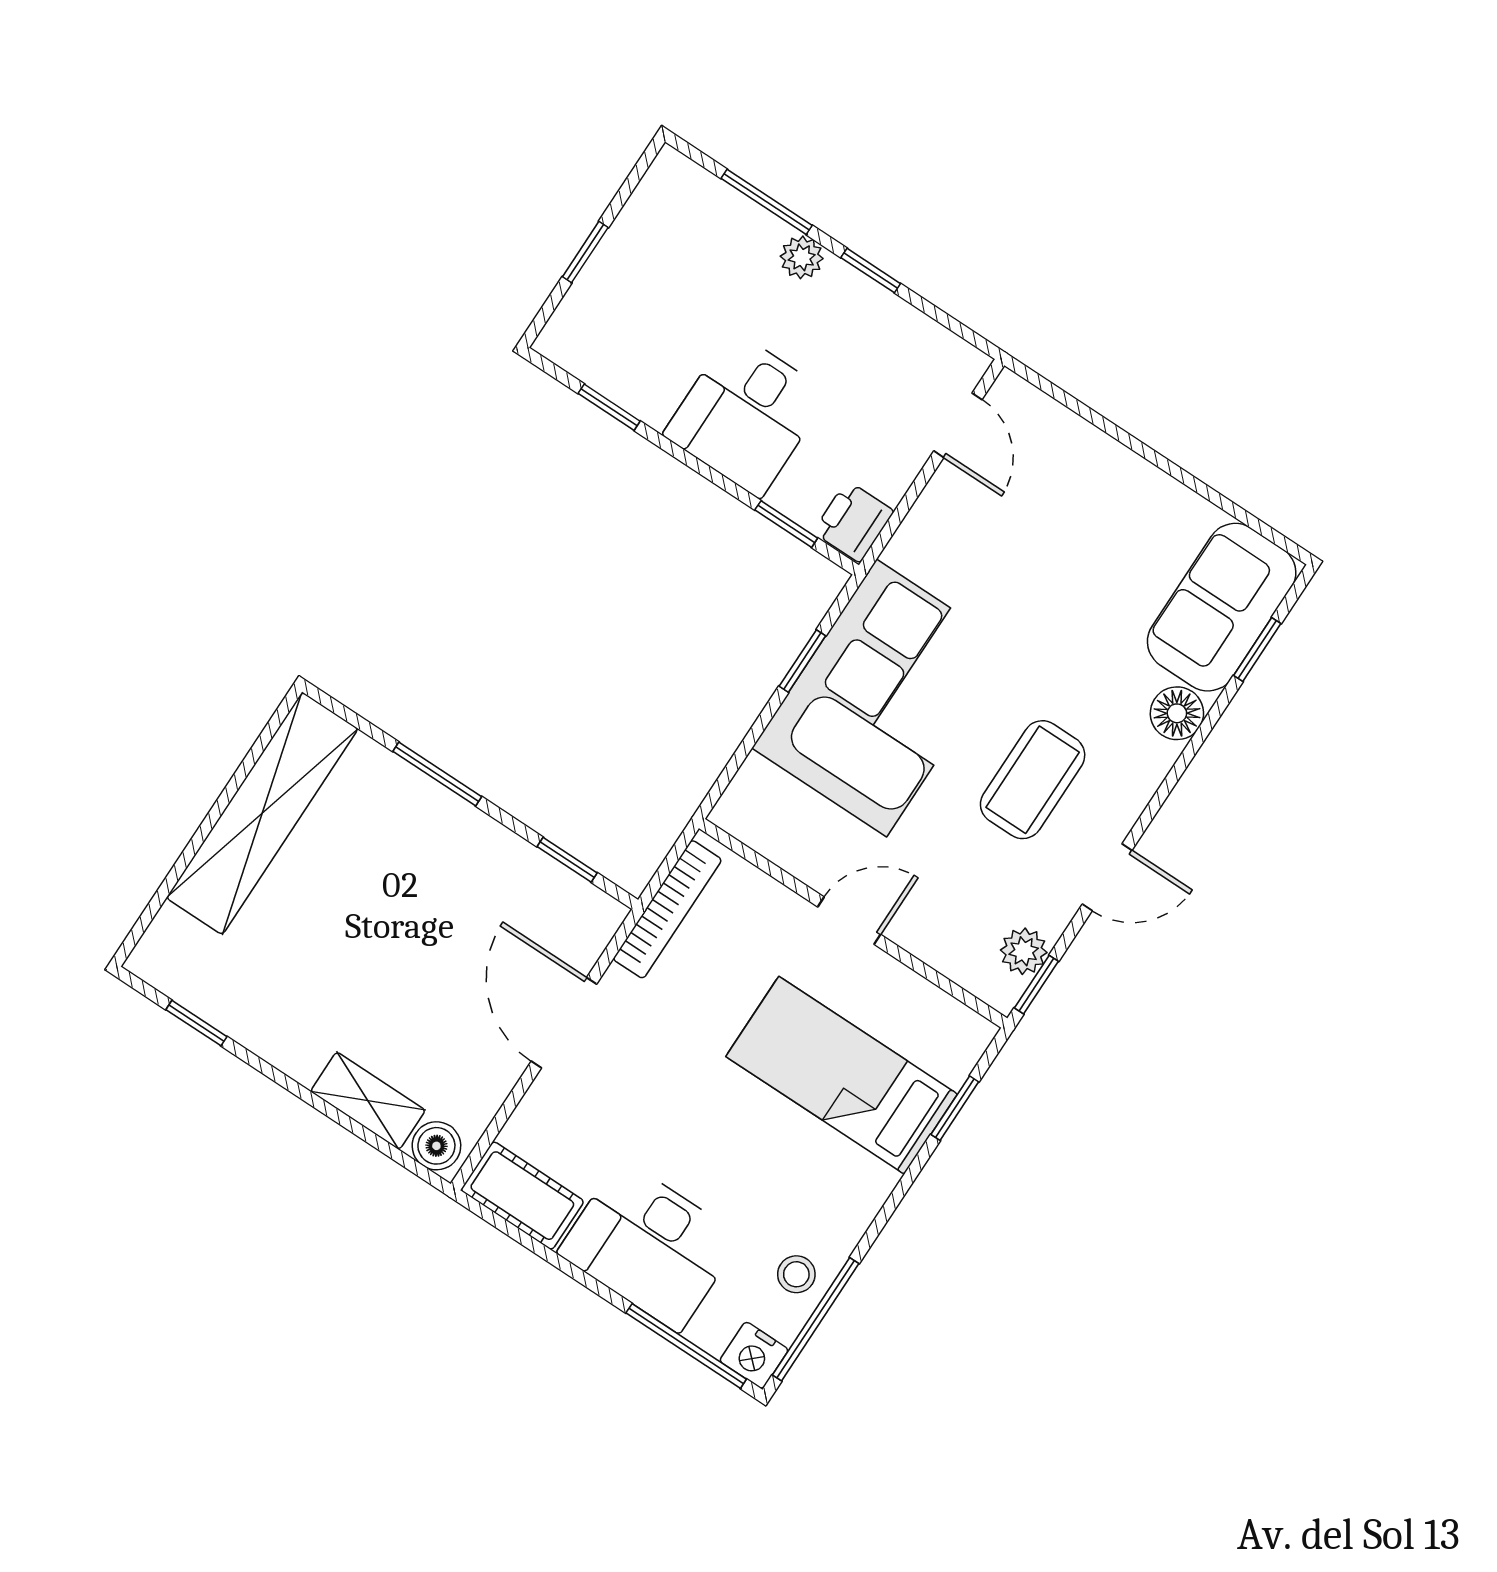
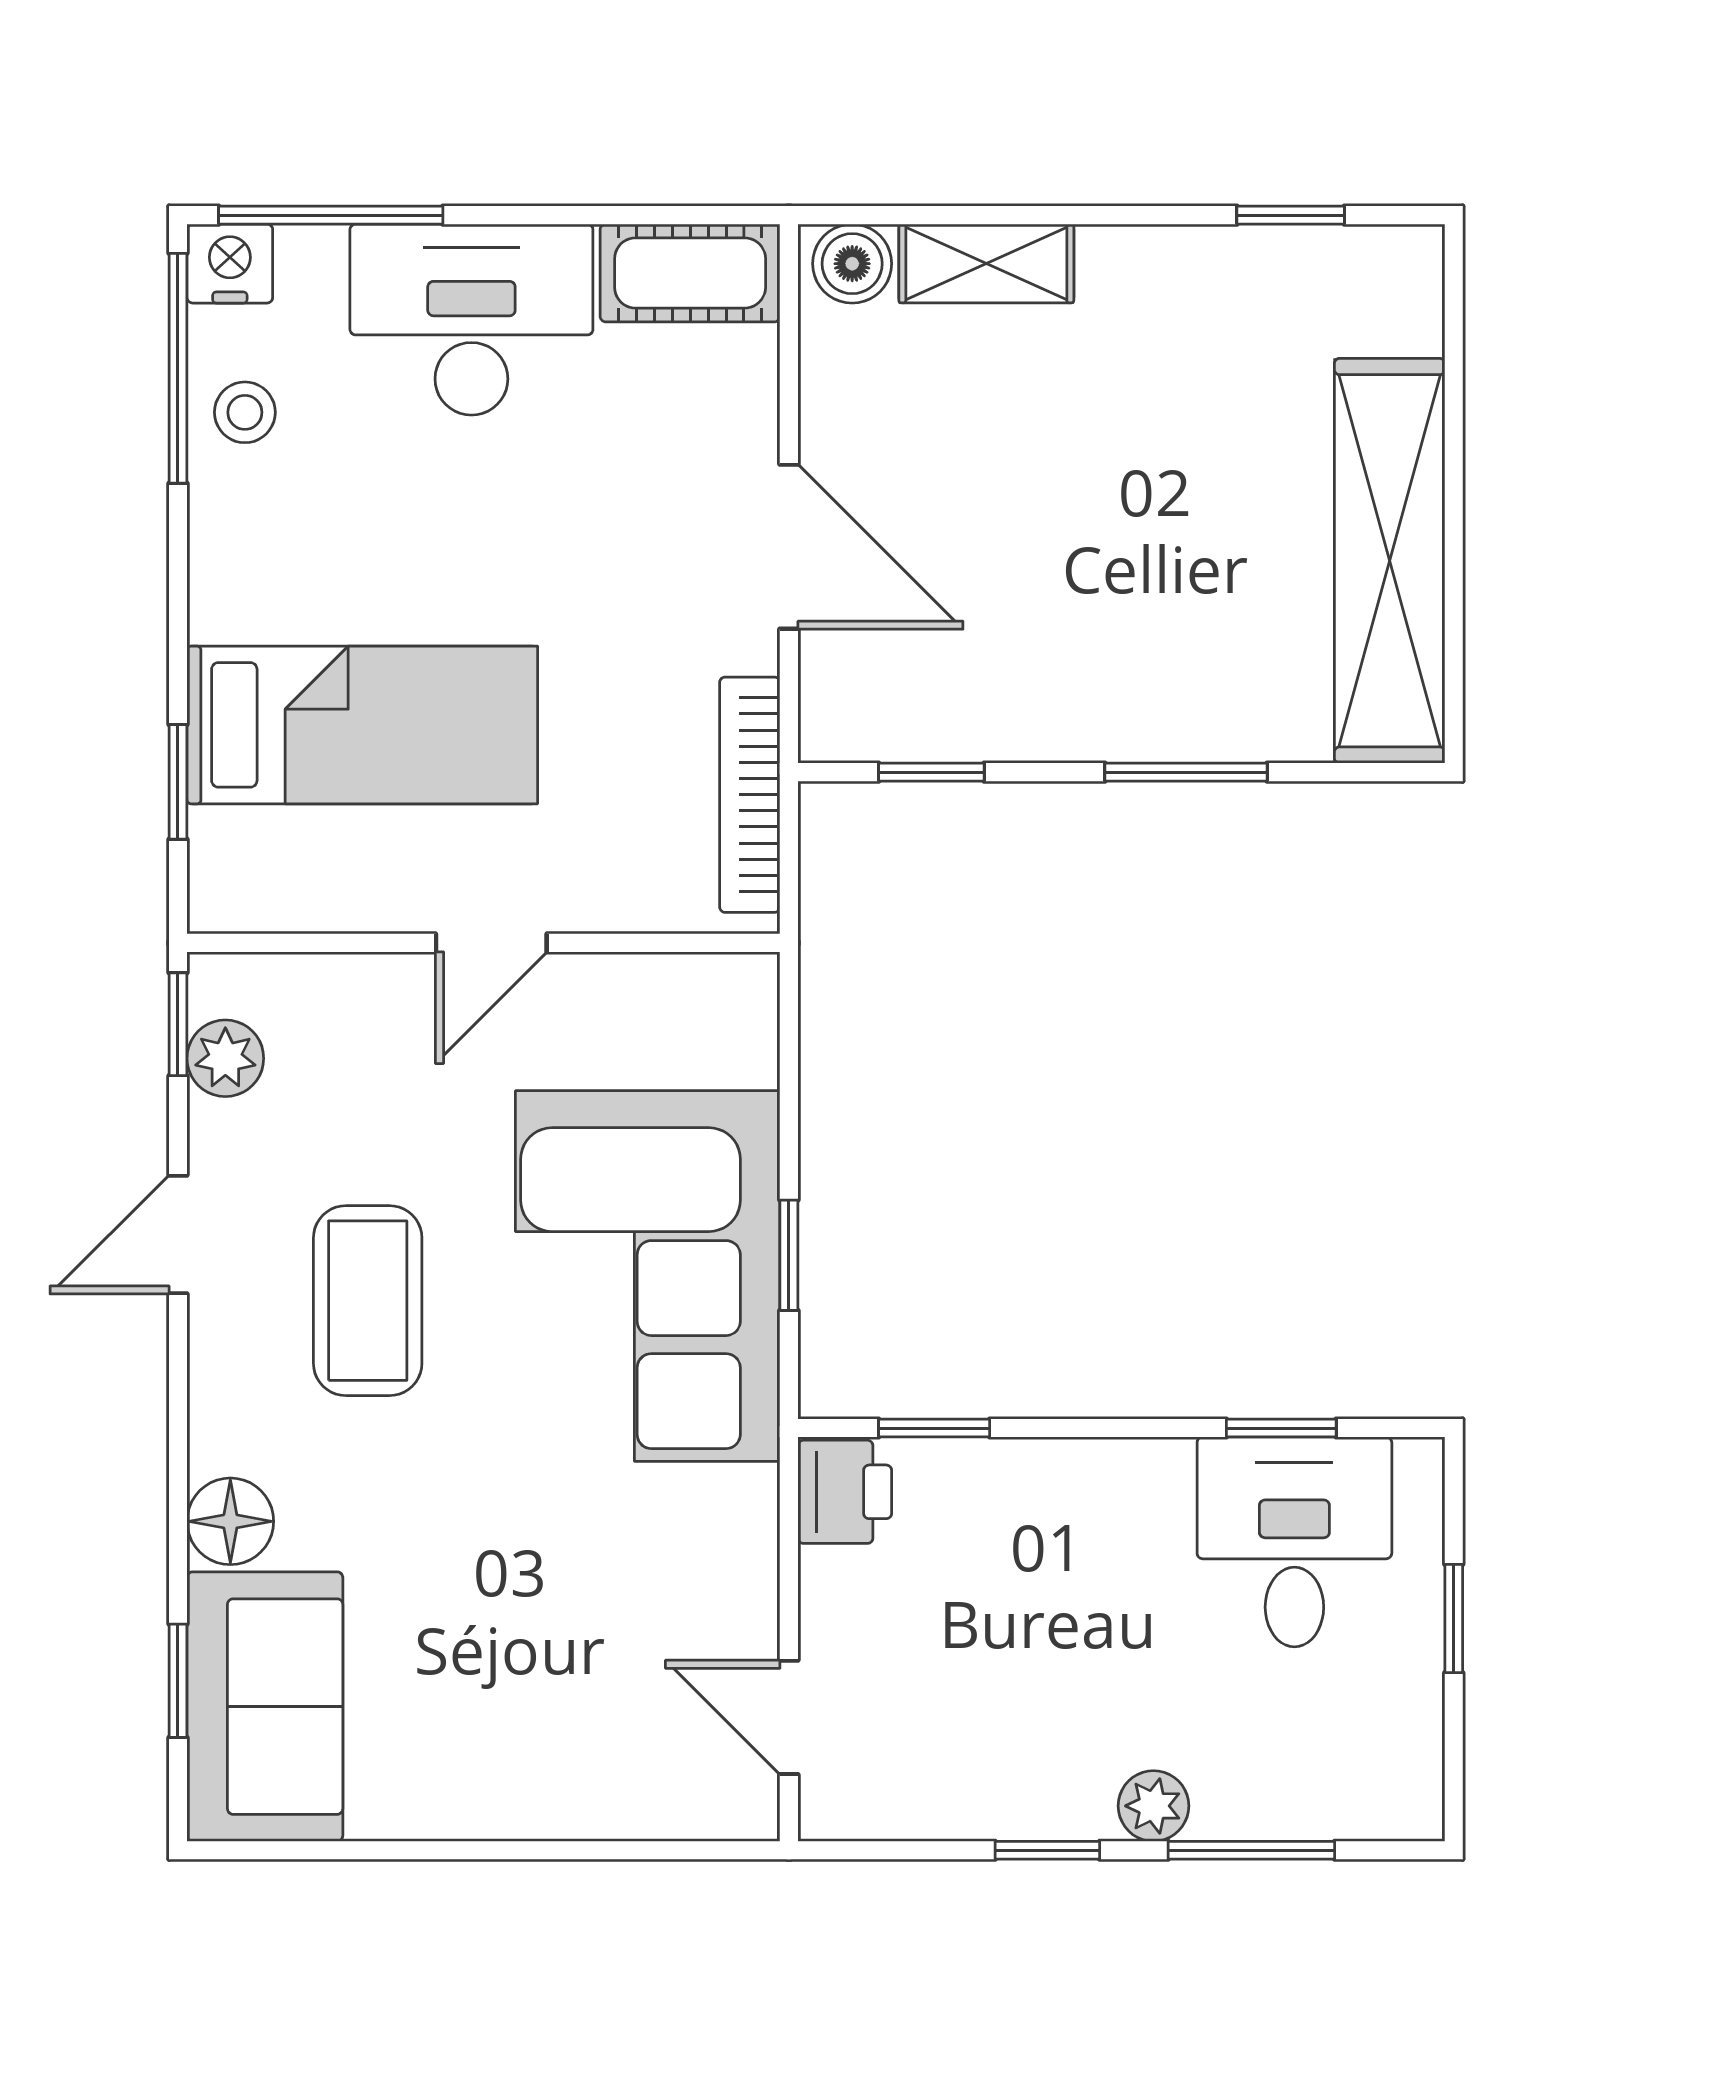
desk: (746, 414) -> (1294, 1542), moved

